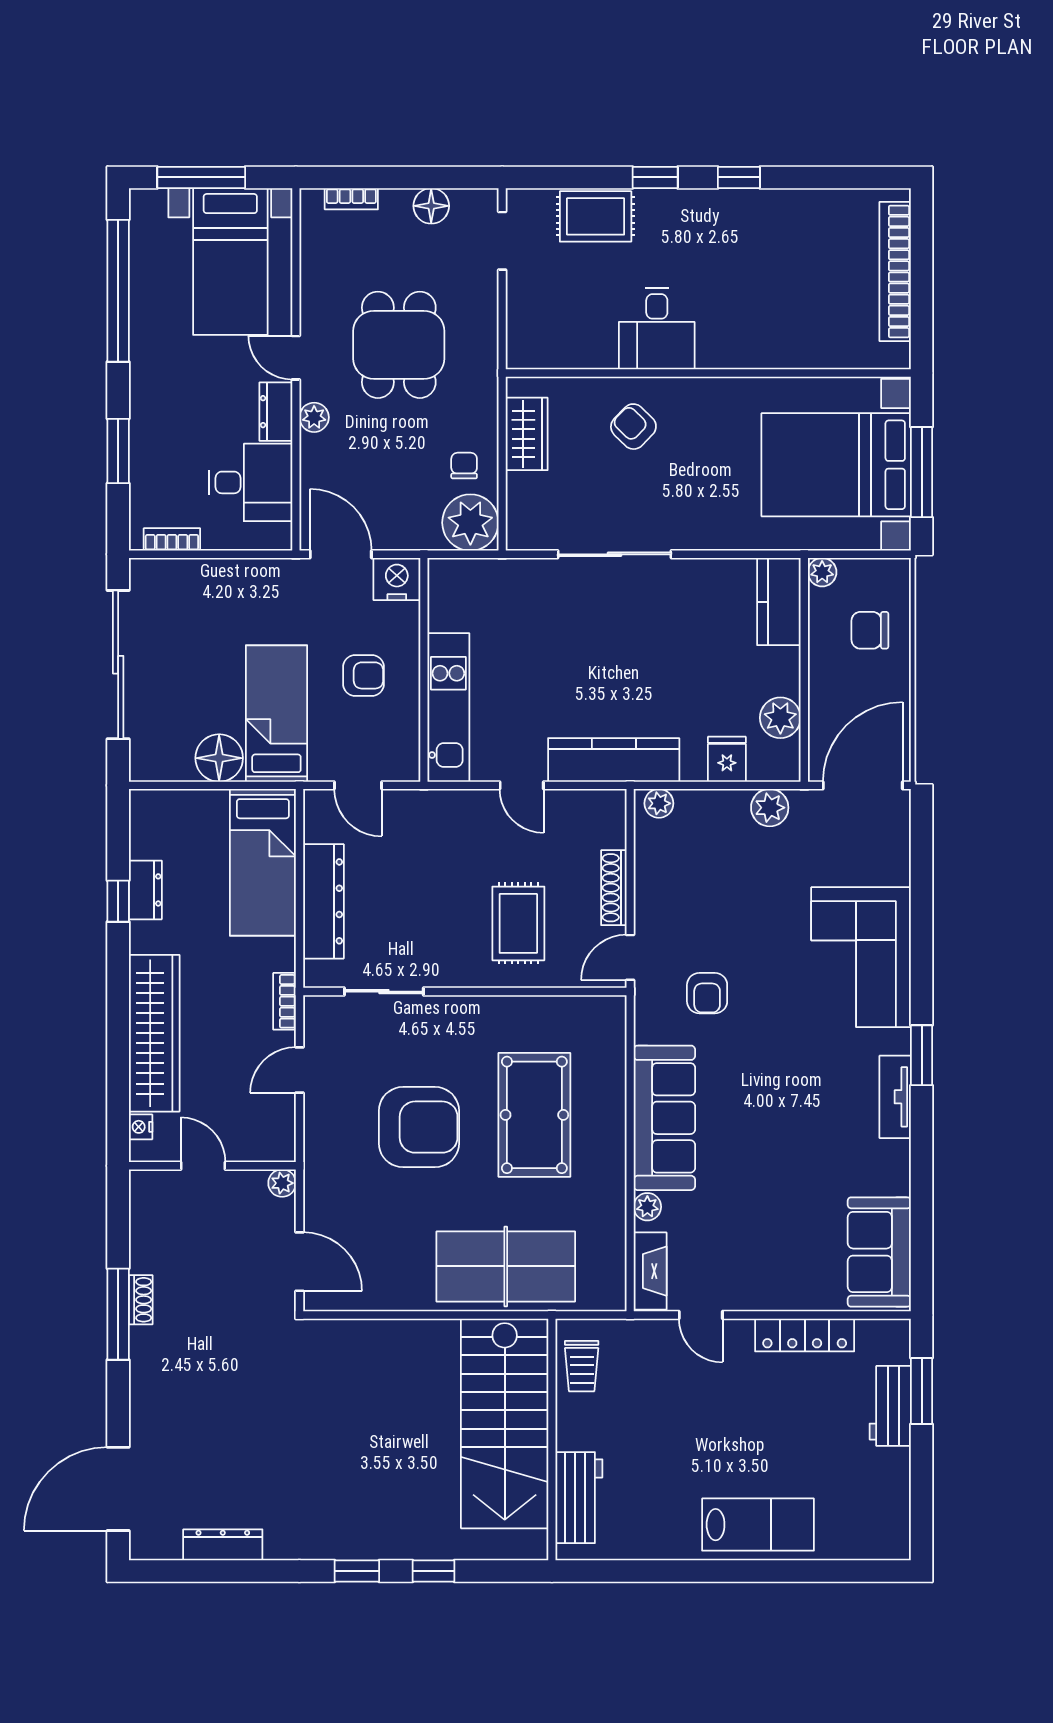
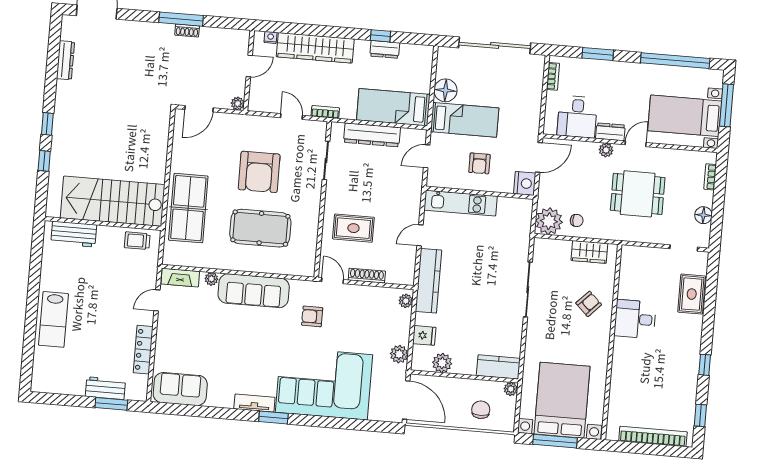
window: (655, 177) -> (700, 415), moved
corner sofa: (861, 957) -> (324, 384), width x1.36, depth x1.36

